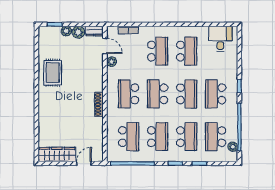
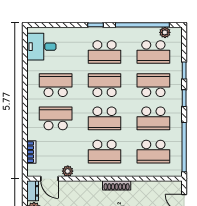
door: (105, 46) -> (50, 179), swing flipped
school desk: (129, 137) -> (153, 152), turned 180
school desk: (158, 137) -> (153, 118), turned 180

